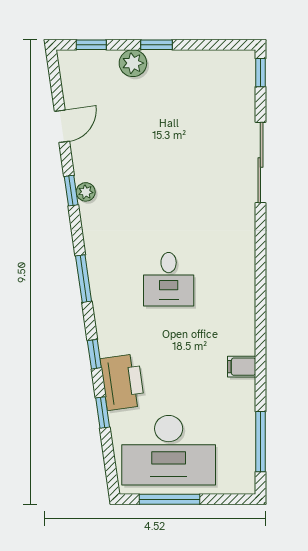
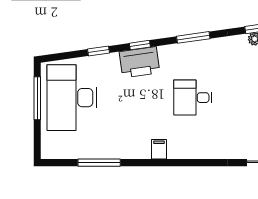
filing cabinet: (242, 367) -> (159, 149), moved
printer: (122, 382) -> (140, 62), moved
window: (260, 442) -> (99, 163), moved

